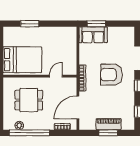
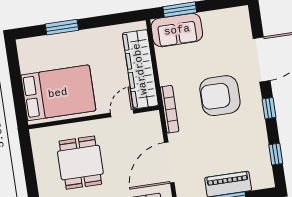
wardrobe: (70, 53) -> (140, 69), added
dining table: (29, 100) -> (80, 163), turned 90

